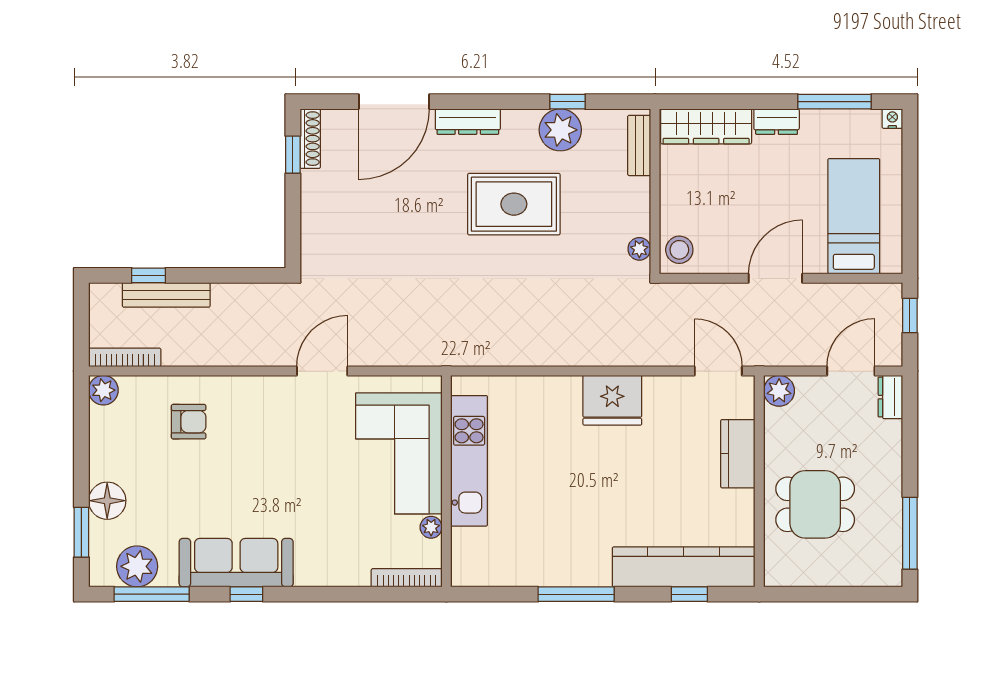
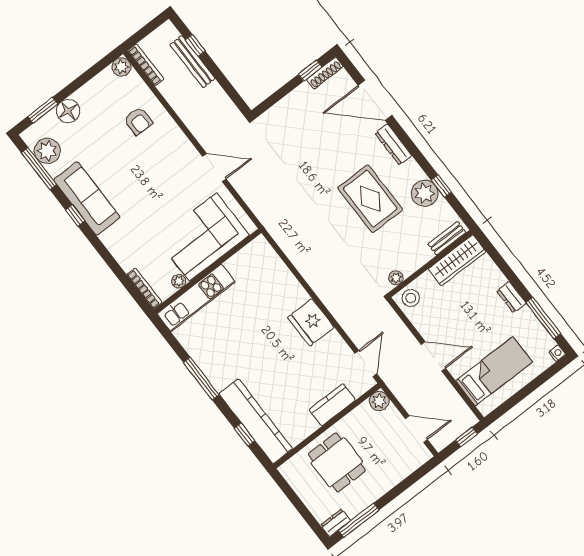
wardrobe: (706, 126) -> (457, 260), moved, turned -90
dresser: (890, 397) -> (336, 523), moved
kitchen unit: (469, 461) -> (196, 298), moved

